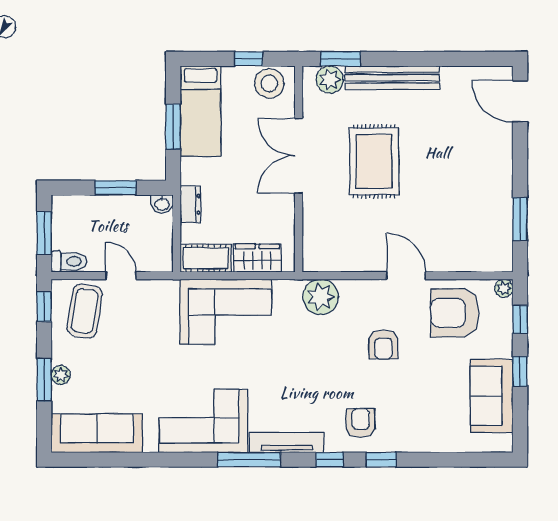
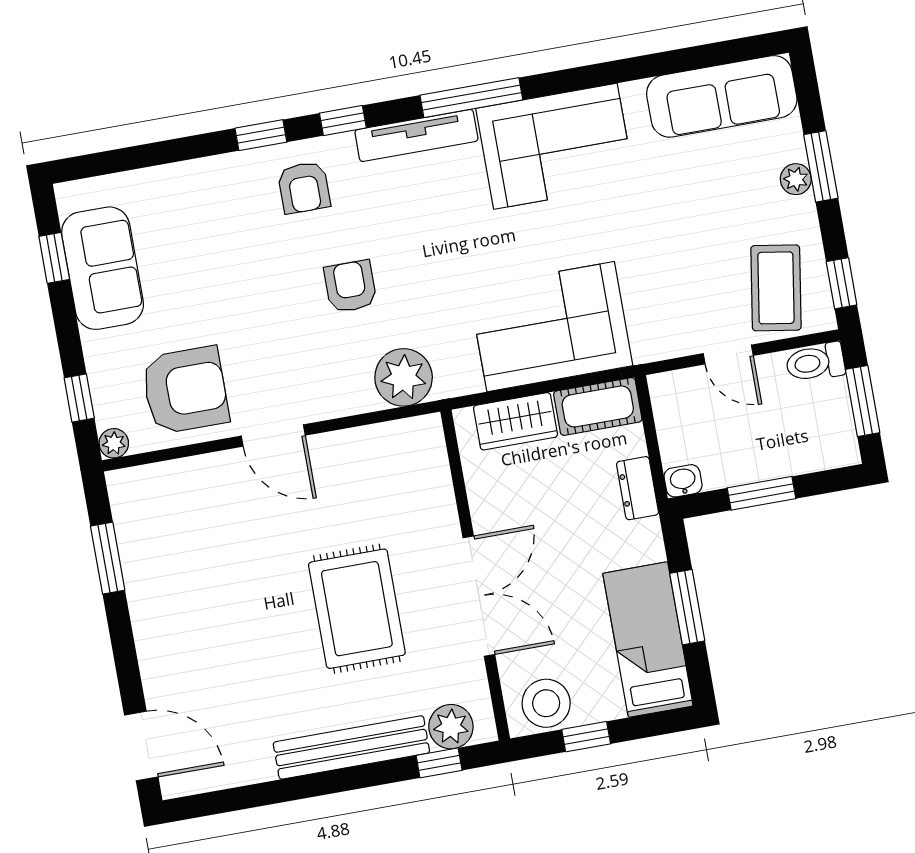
window: (341, 59) -> (439, 763), width x0.67
armchair: (383, 344) -> (350, 286), moved
window: (520, 371) -> (54, 258), moved

